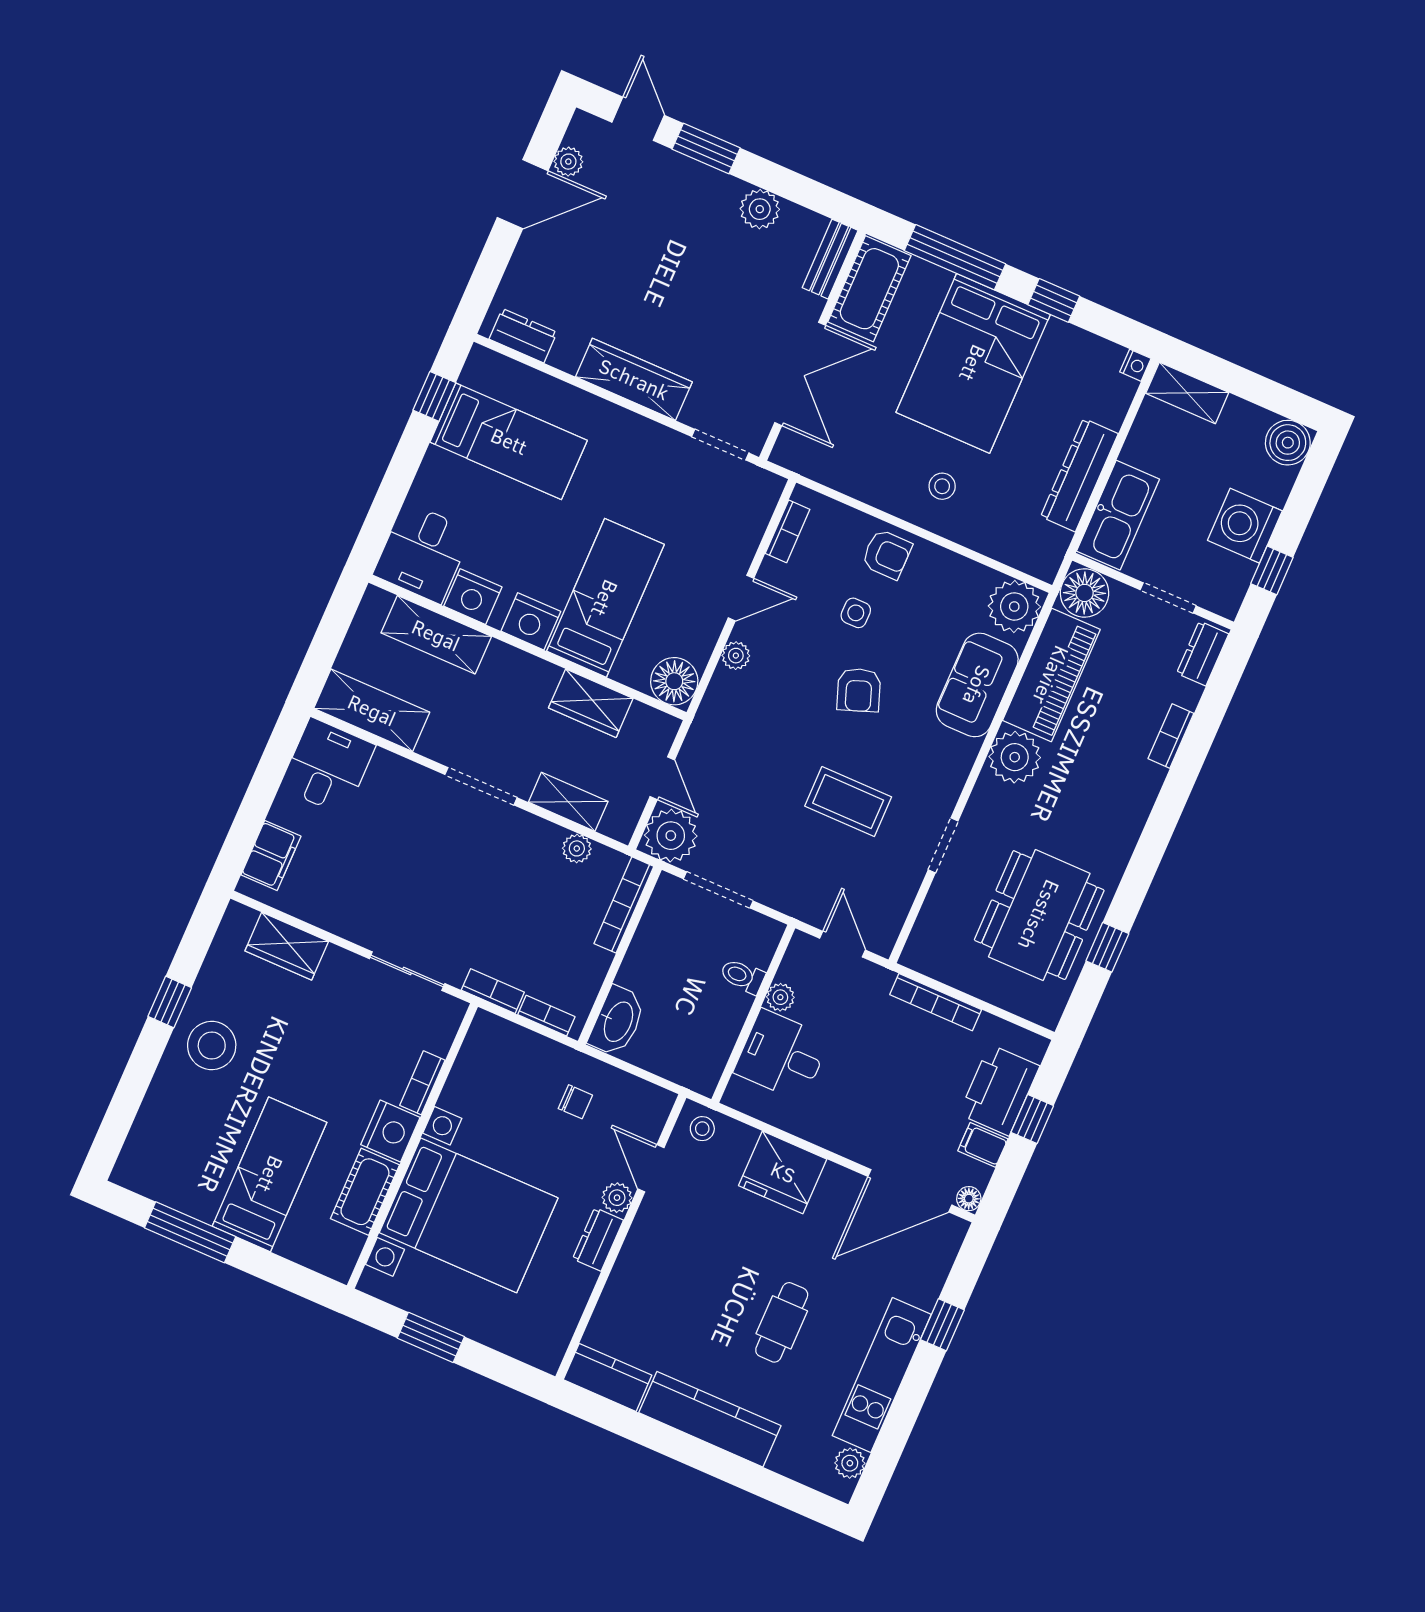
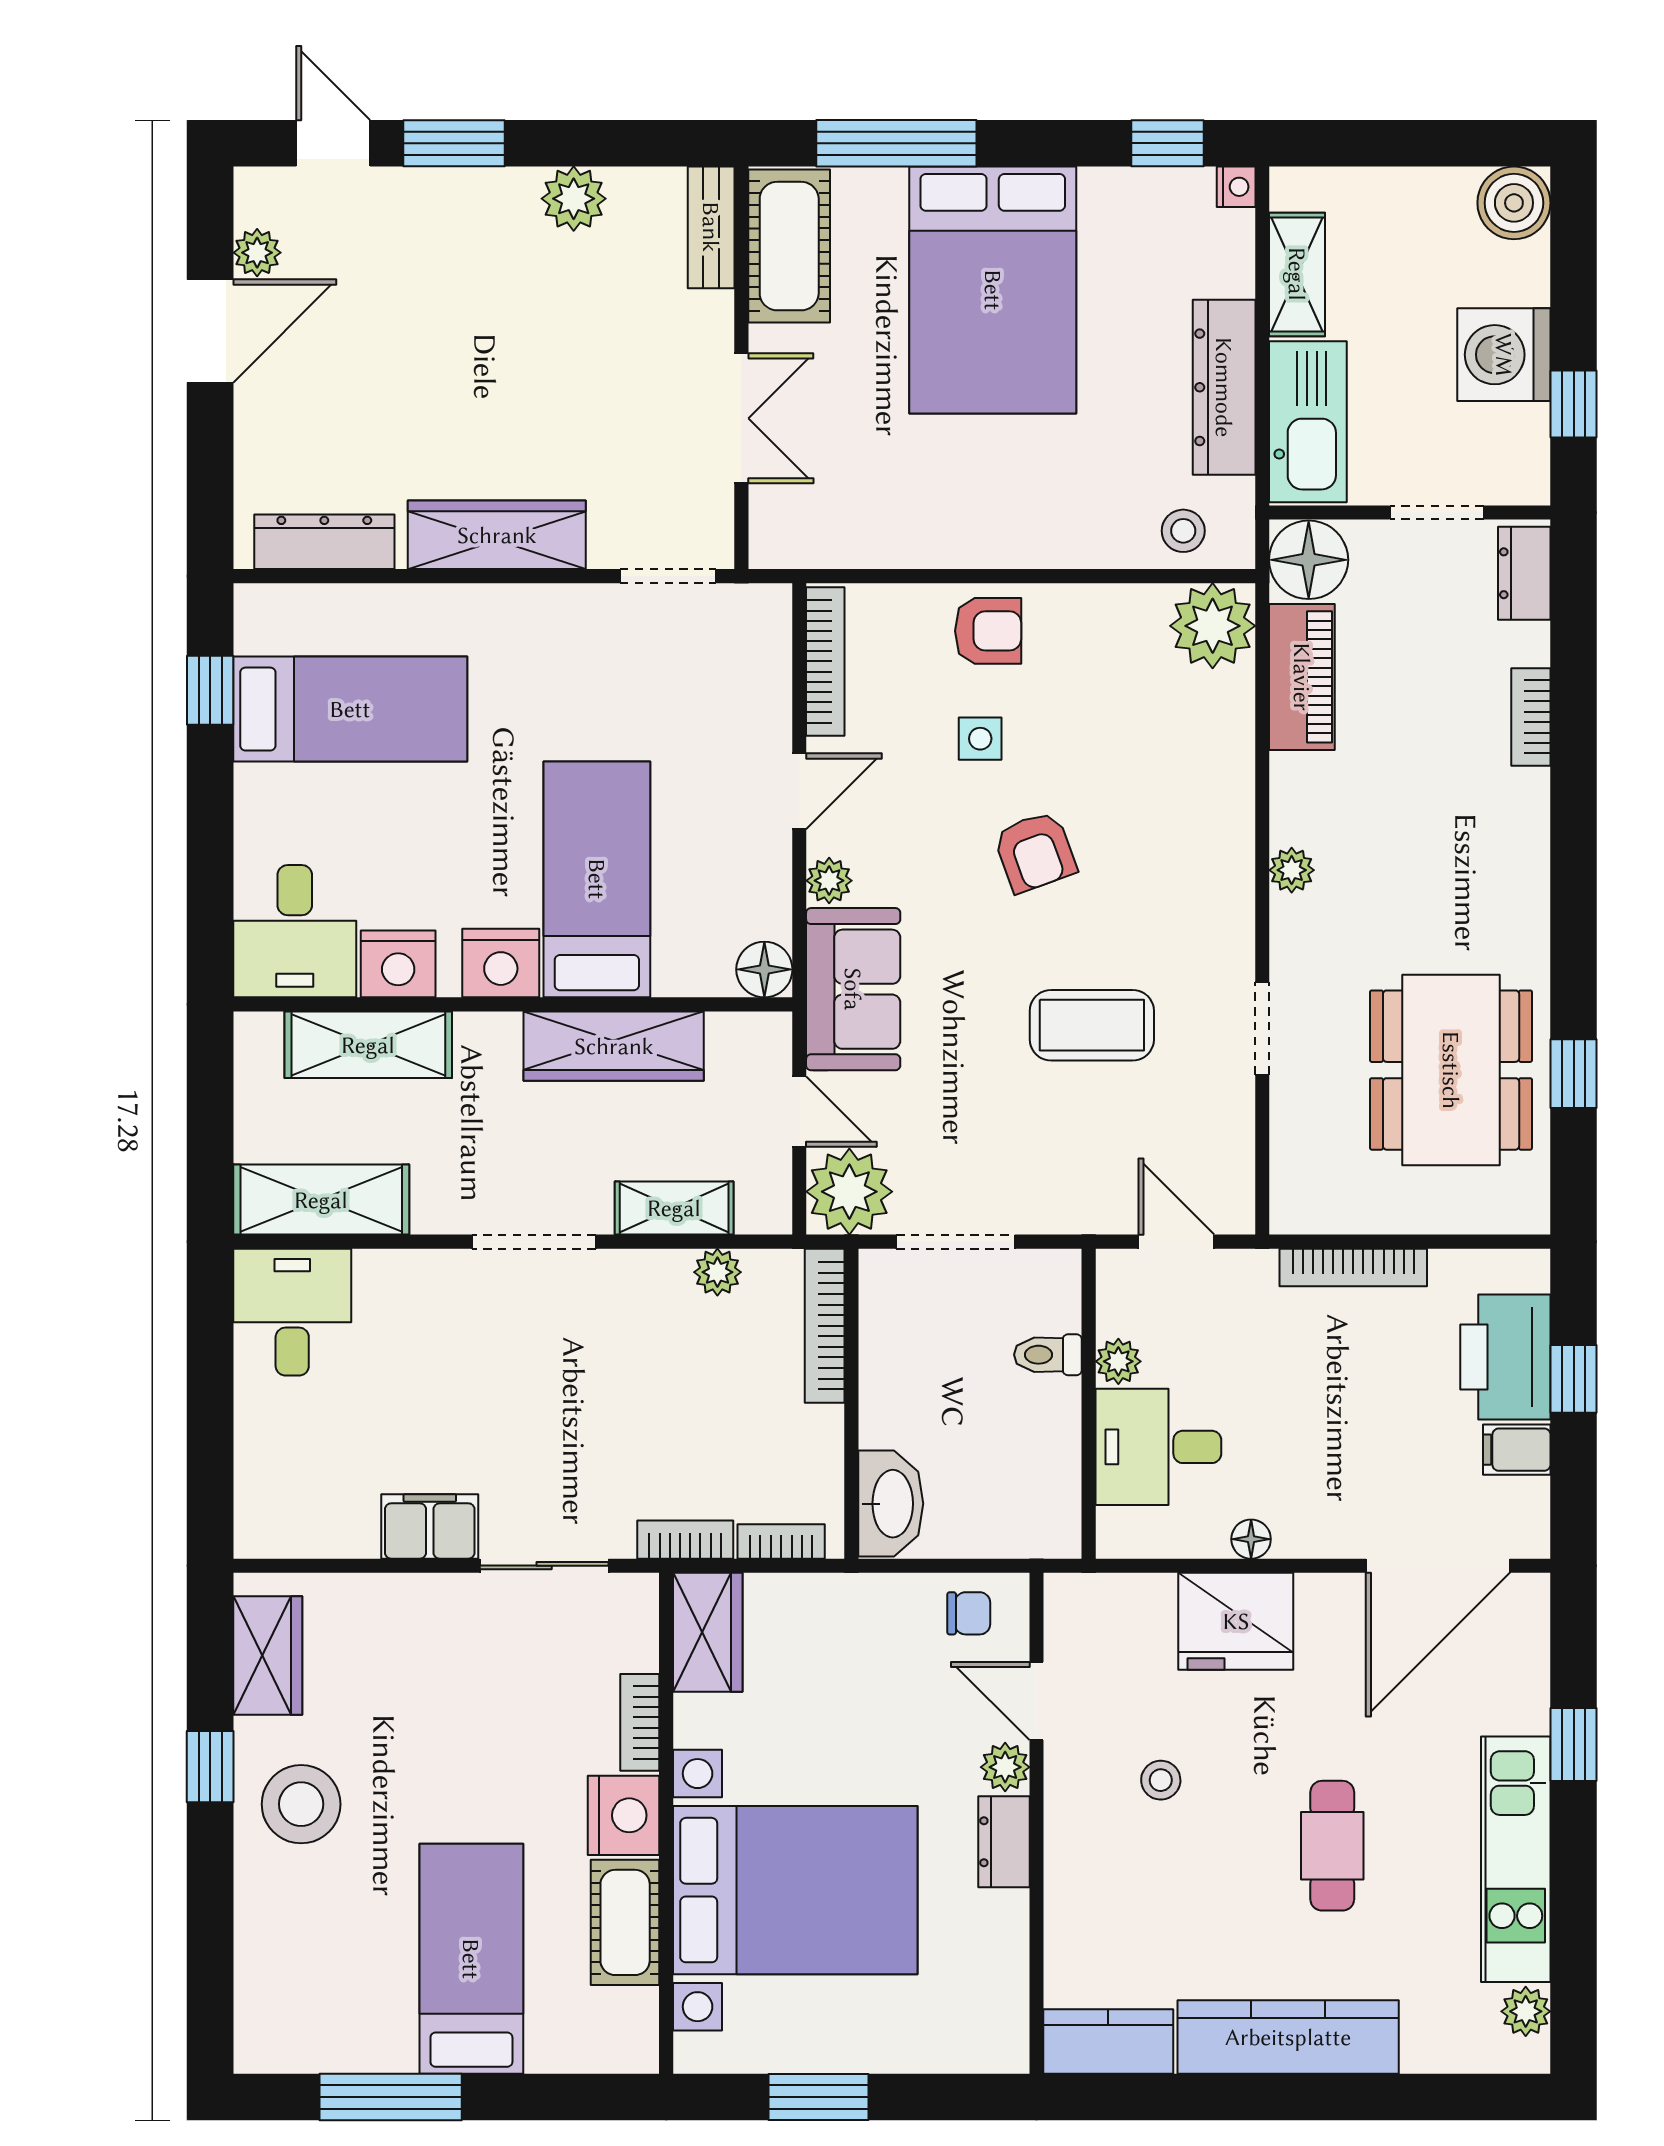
window: (1054, 300) -> (1168, 143), moved
dresser: (523, 336) -> (324, 542), width x1.44
double door: (800, 374) -> (741, 418), width x0.73
shelving: (1187, 393) -> (1297, 274), moved, turned 90
stool: (942, 486) -> (1183, 531), moved
bookcase: (788, 531) -> (825, 661), width x1.56
piano: (1051, 675) -> (1302, 677), width x0.73, depth x0.75
floor lamp: (674, 681) -> (764, 969), width x0.73, depth x0.73
sofa: (977, 685) -> (853, 989), moved, turned 180
wardrobe: (591, 703) -> (614, 1046), width x1.50
plant: (1015, 757) -> (1292, 870), width x0.53, depth x0.53
filing cabinet: (271, 855) -> (430, 1526), moved, turned -90
wardrobe: (287, 946) -> (268, 1655), moved, turned -90
wardrobe: (483, 1049) -> (708, 1632), added
chair: (575, 1102) -> (969, 1613), moved
stool: (702, 1129) -> (1161, 1780), moved
floor lamp: (969, 1199) -> (1251, 1539), moved

